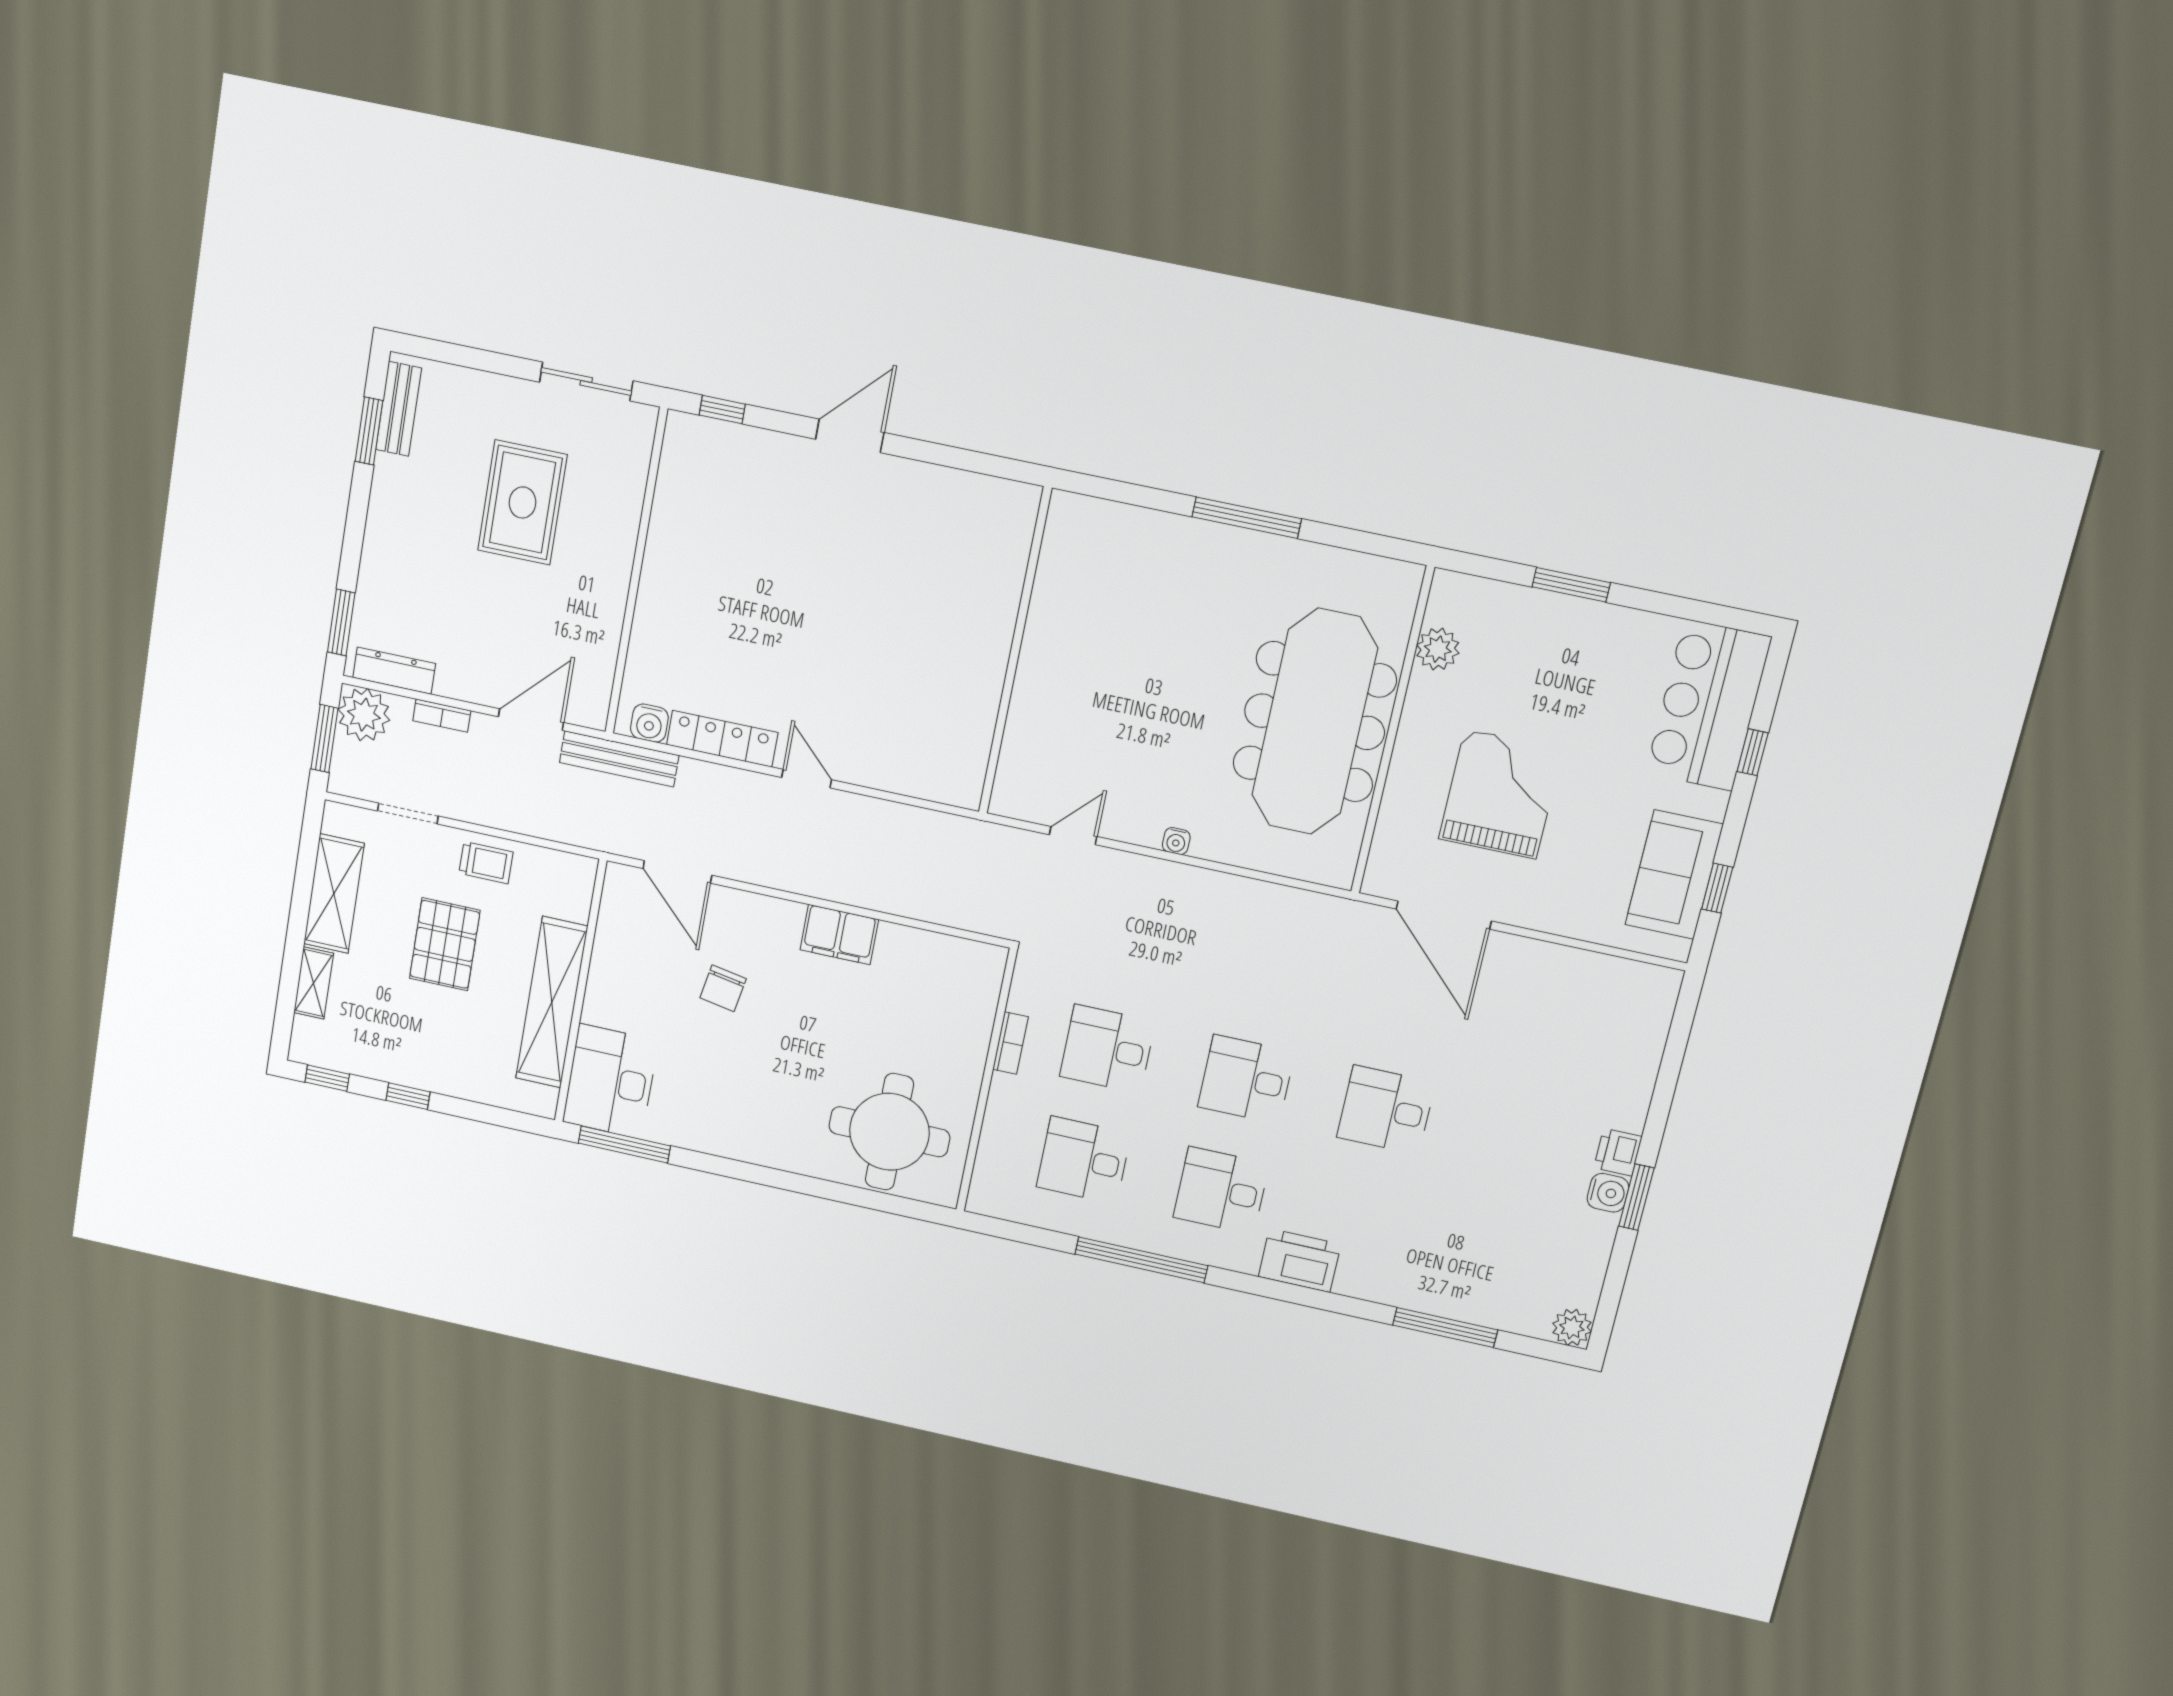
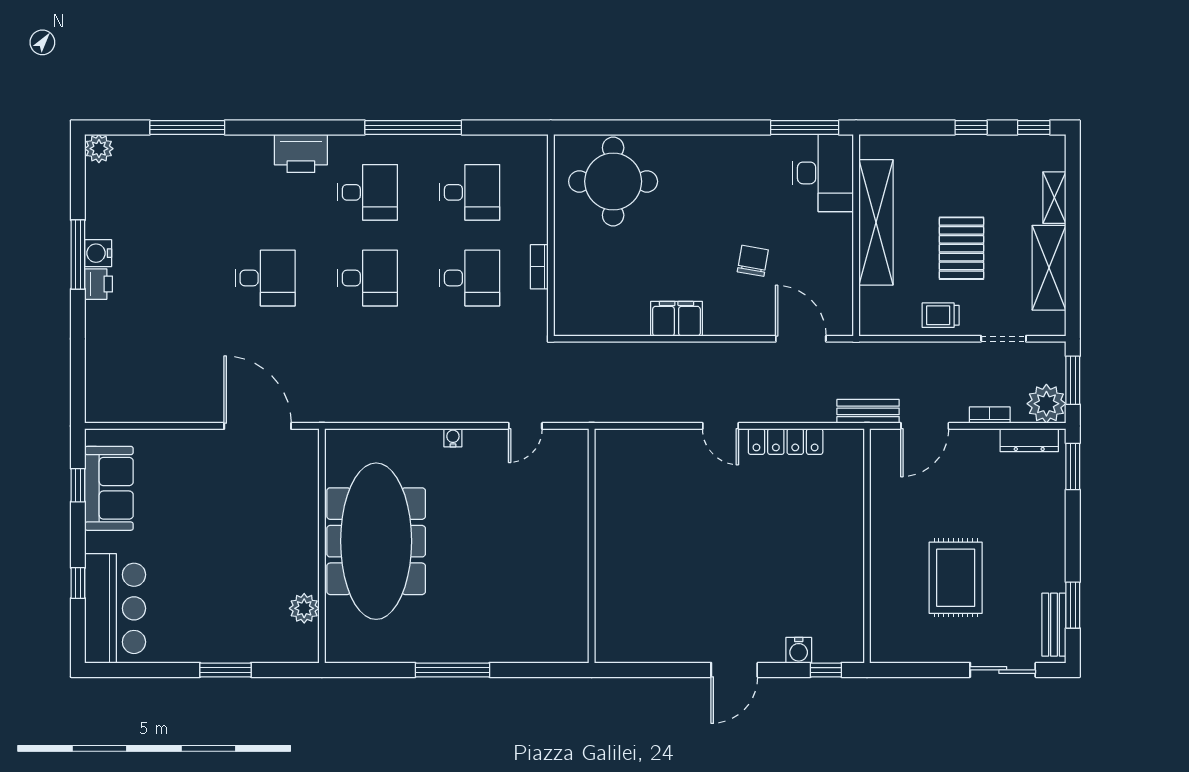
sliding door: (586, 381) -> (1003, 670), moved
water cooler: (649, 723) -> (799, 650), moved, turned 180
bench: (619, 759) -> (868, 411), width x0.73
grand piano: (1500, 794) -> (239, 518), removed
window: (1636, 1197) -> (78, 255), width x1.44

